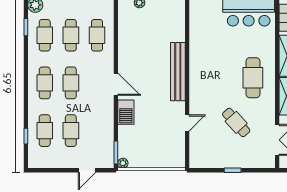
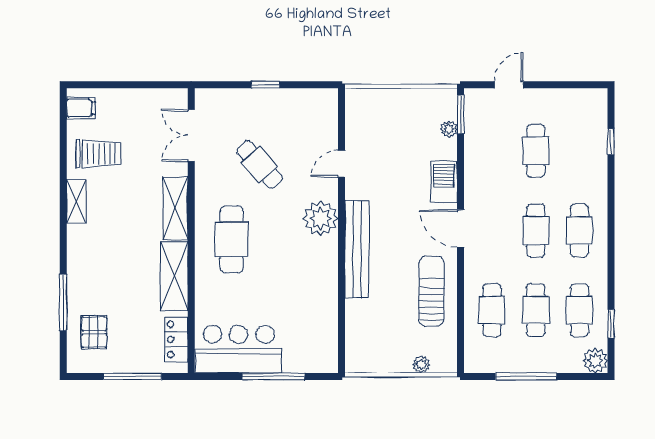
sun lounger: (133, 47) -> (431, 291), added
plant: (200, 90) -> (321, 218), added
cafe table: (45, 131) -> (579, 151), removed
plant: (123, 163) -> (449, 129), moved

